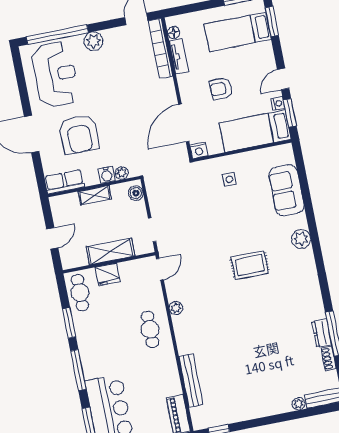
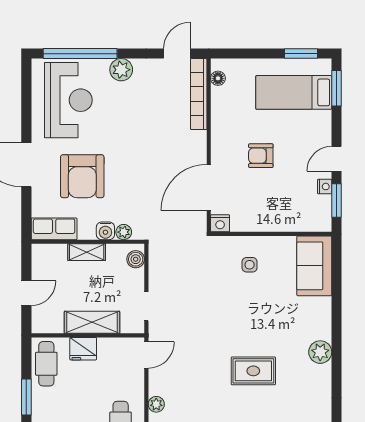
tv unit: (179, 56) -> (219, 108), removed
bed: (255, 131) -> (291, 214), removed
sofa: (286, 190) -> (314, 266), moved

